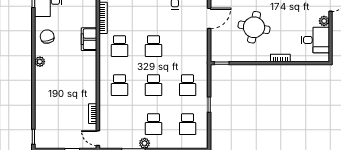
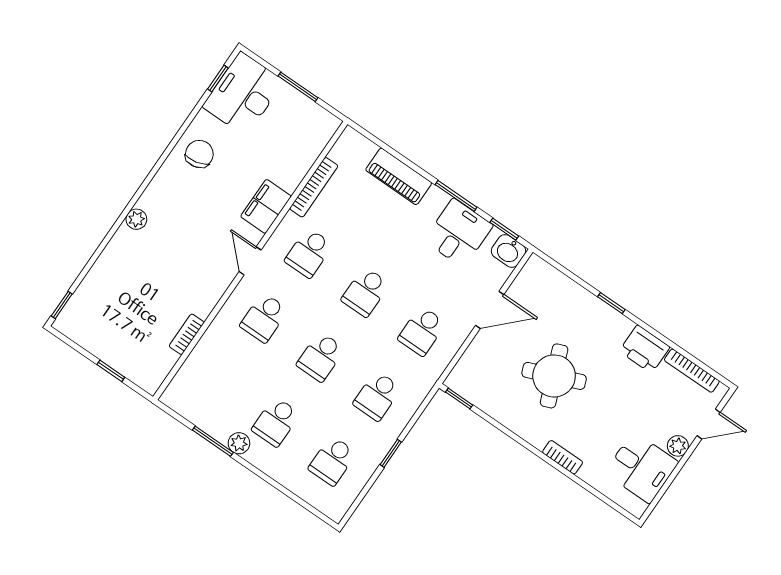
round table: (254, 27) -> (554, 376), turned -33
school desk: (188, 46) -> (422, 331), added
plant: (40, 62) -> (136, 219), moved
door: (98, 138) -> (250, 261), moved

